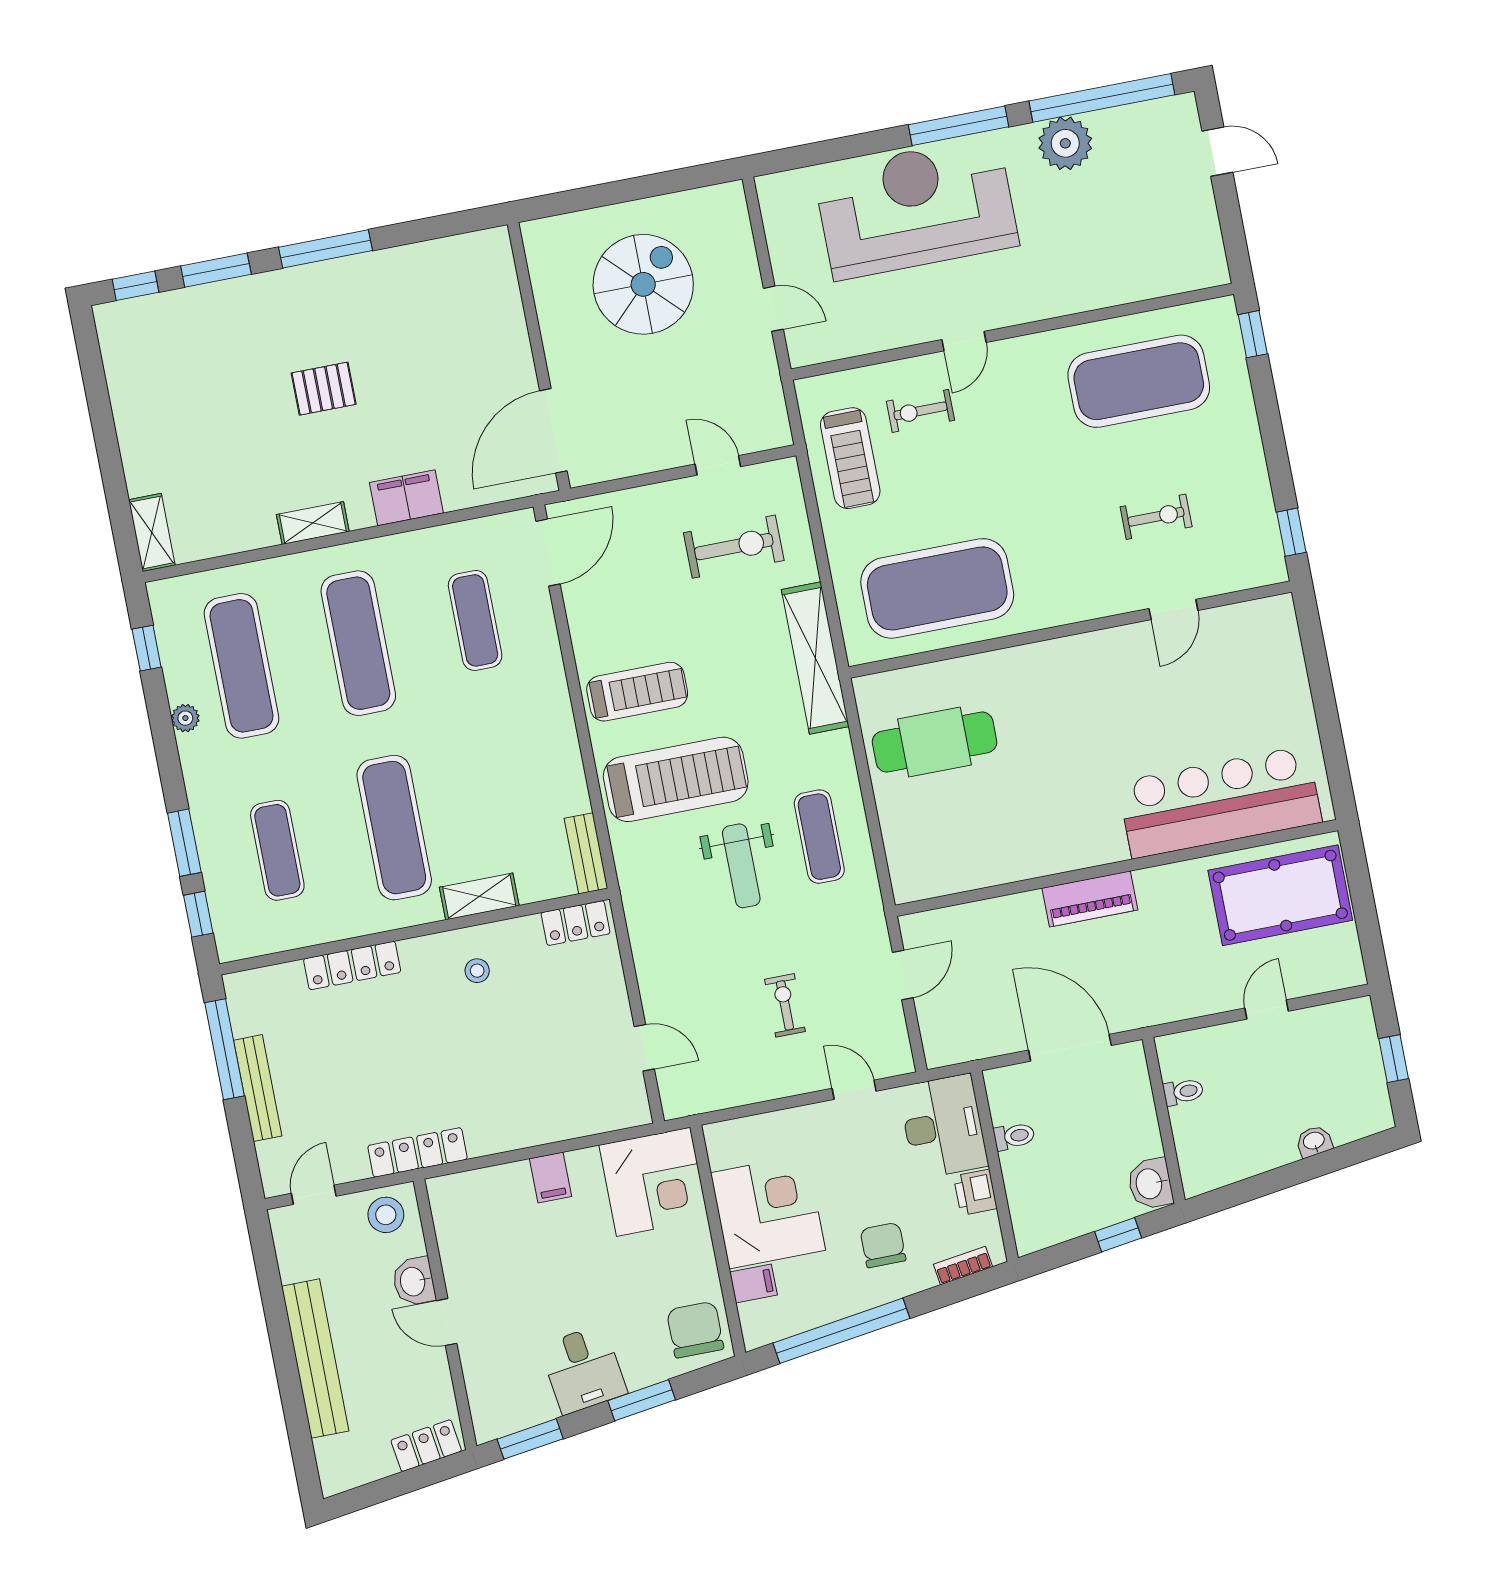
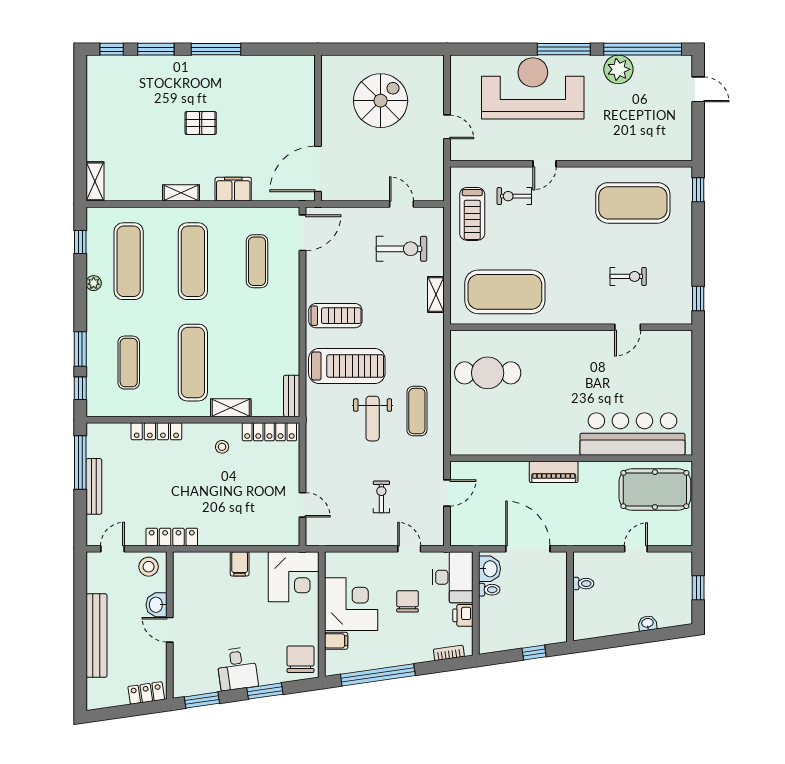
shelving: (815, 658) -> (436, 294), width x0.45, depth x0.75
locker: (576, 923) -> (269, 432), width x1.53
washbasin: (1150, 1184) -> (490, 569), moved, turned 180
chair: (883, 1245) -> (408, 601), moved

